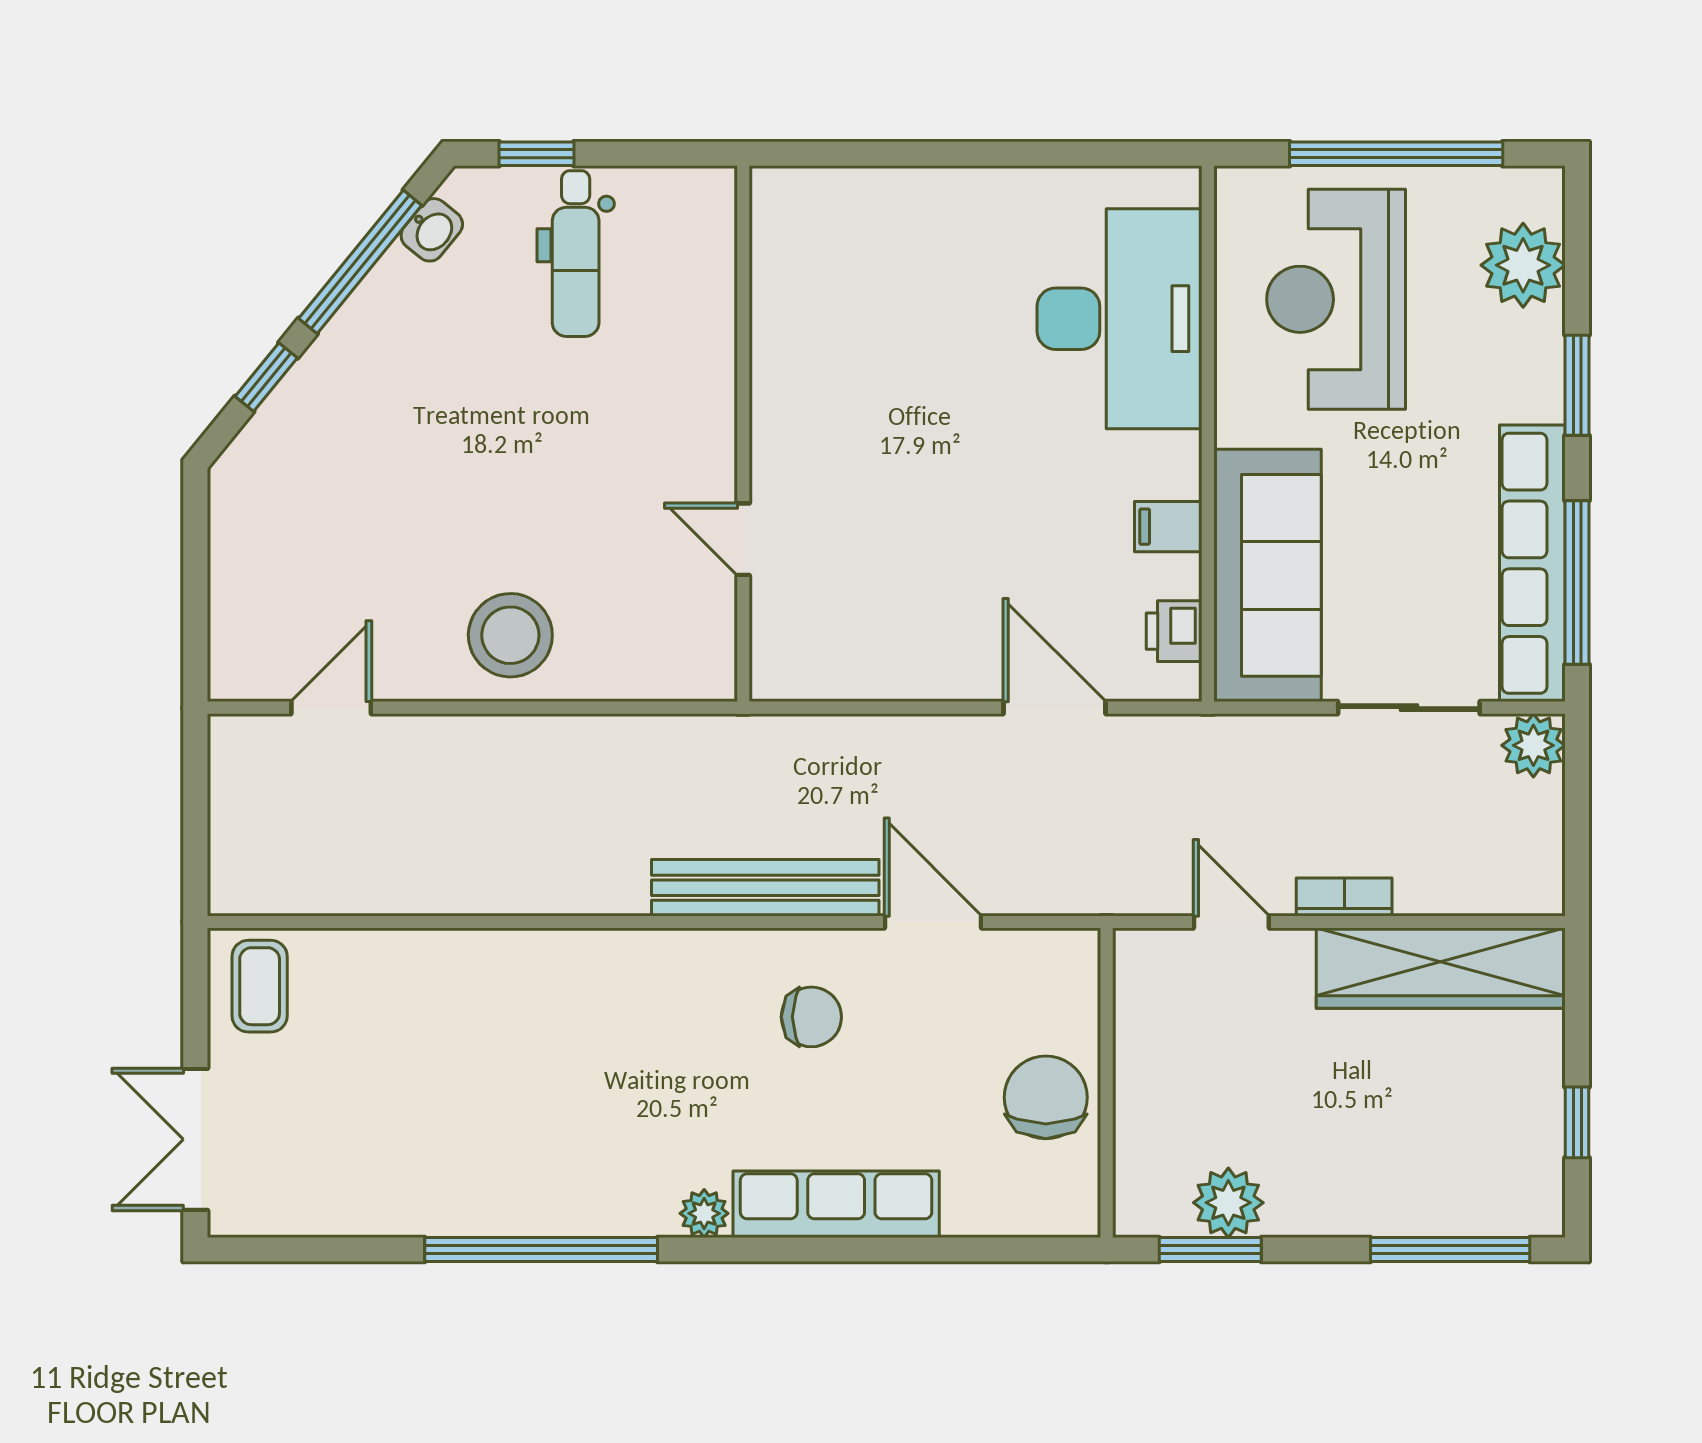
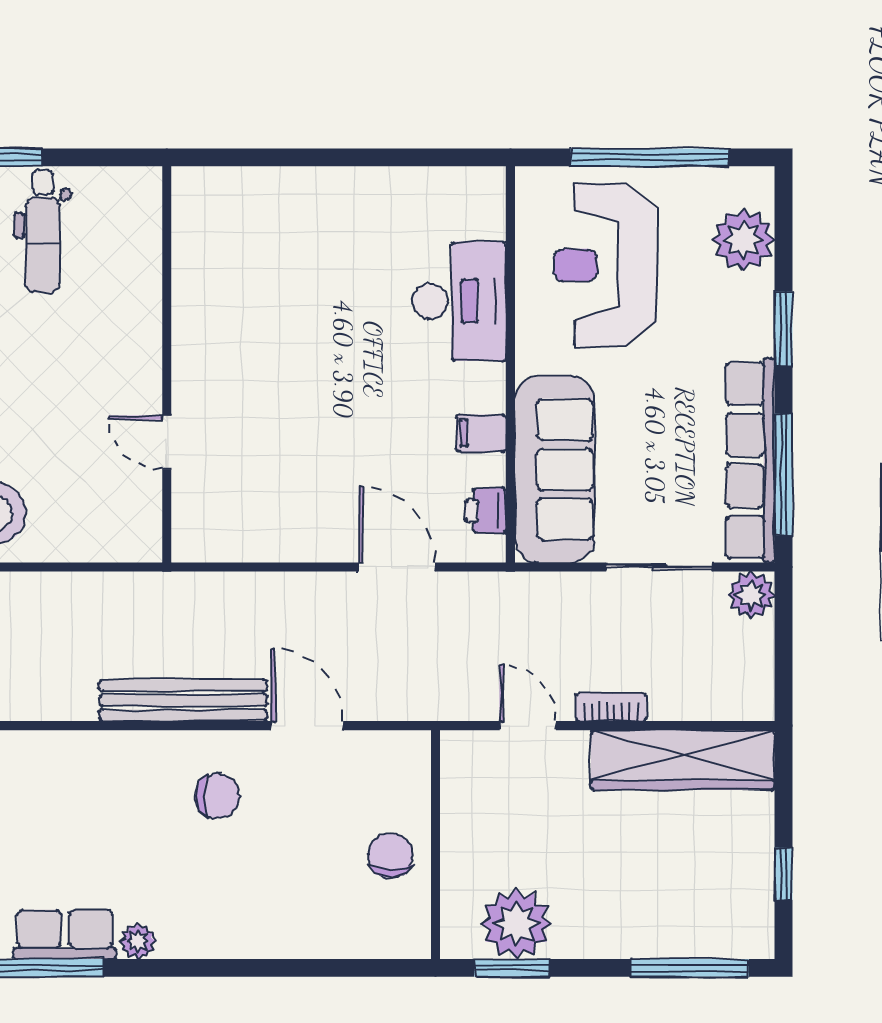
desk: (1119, 319) -> (459, 301), width x0.73, depth x0.77
chair: (1046, 1097) -> (391, 855), width x0.73, depth x0.73
plant: (1228, 1203) -> (516, 924), width x1.36, depth x1.36
row of seats: (836, 1204) -> (65, 934), moved, width x0.68

